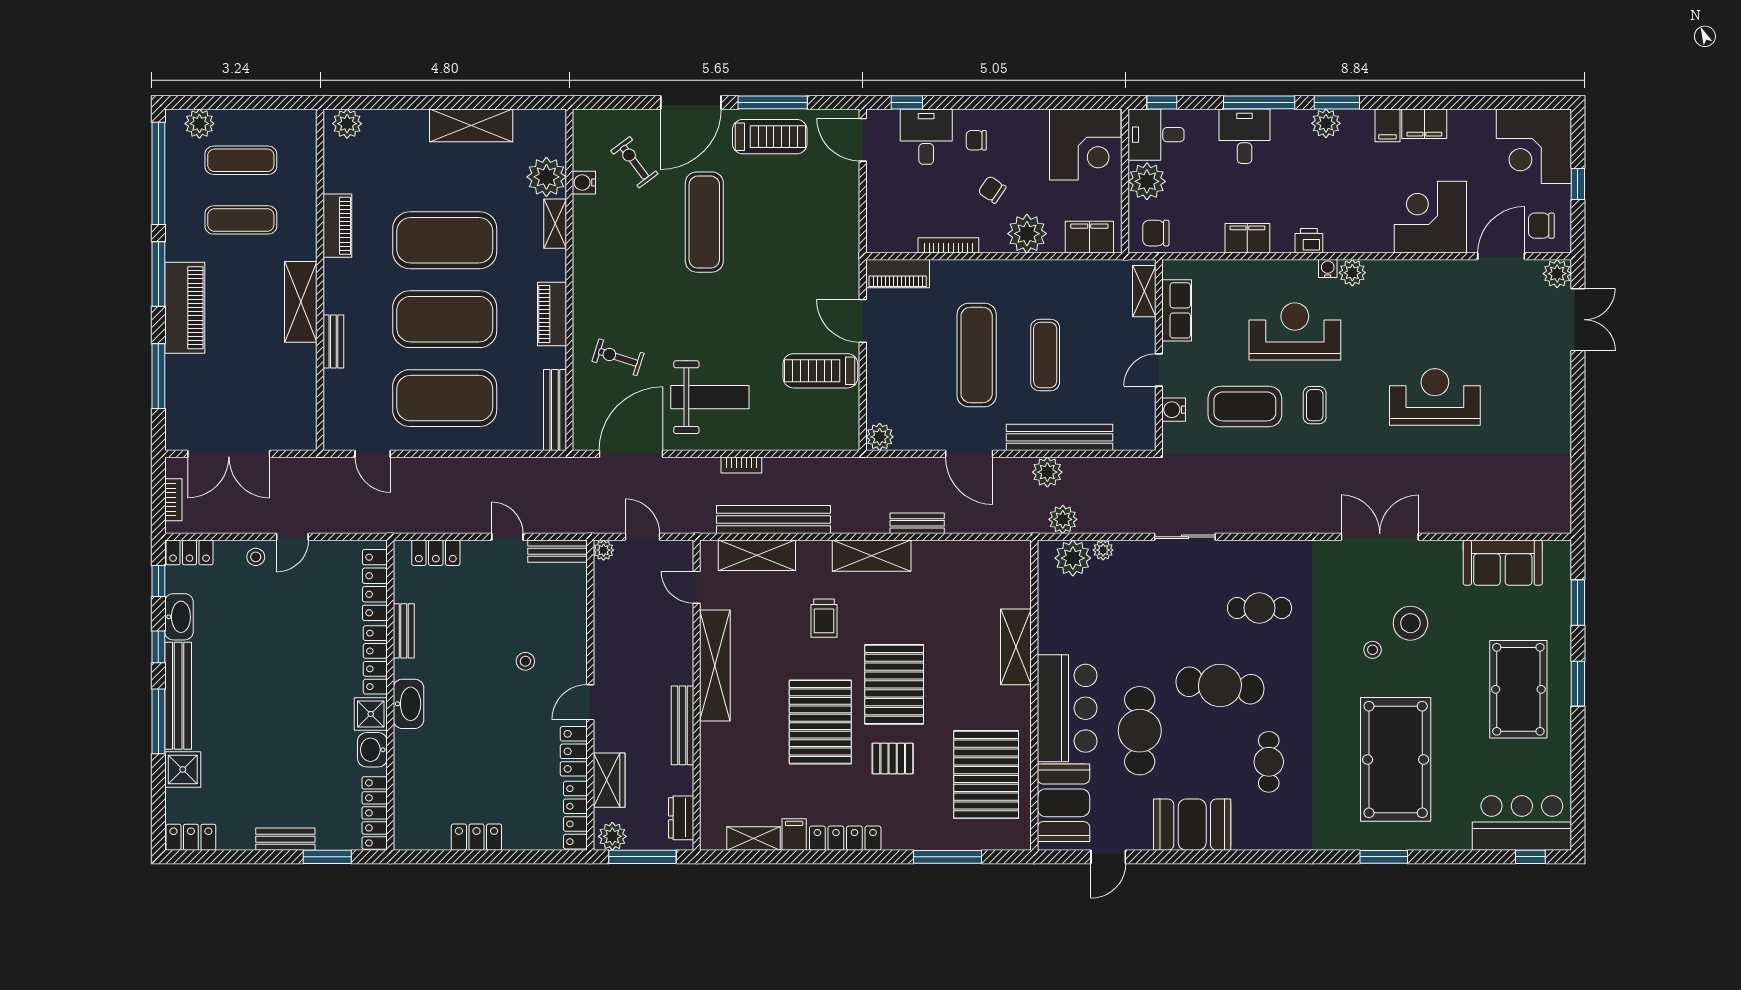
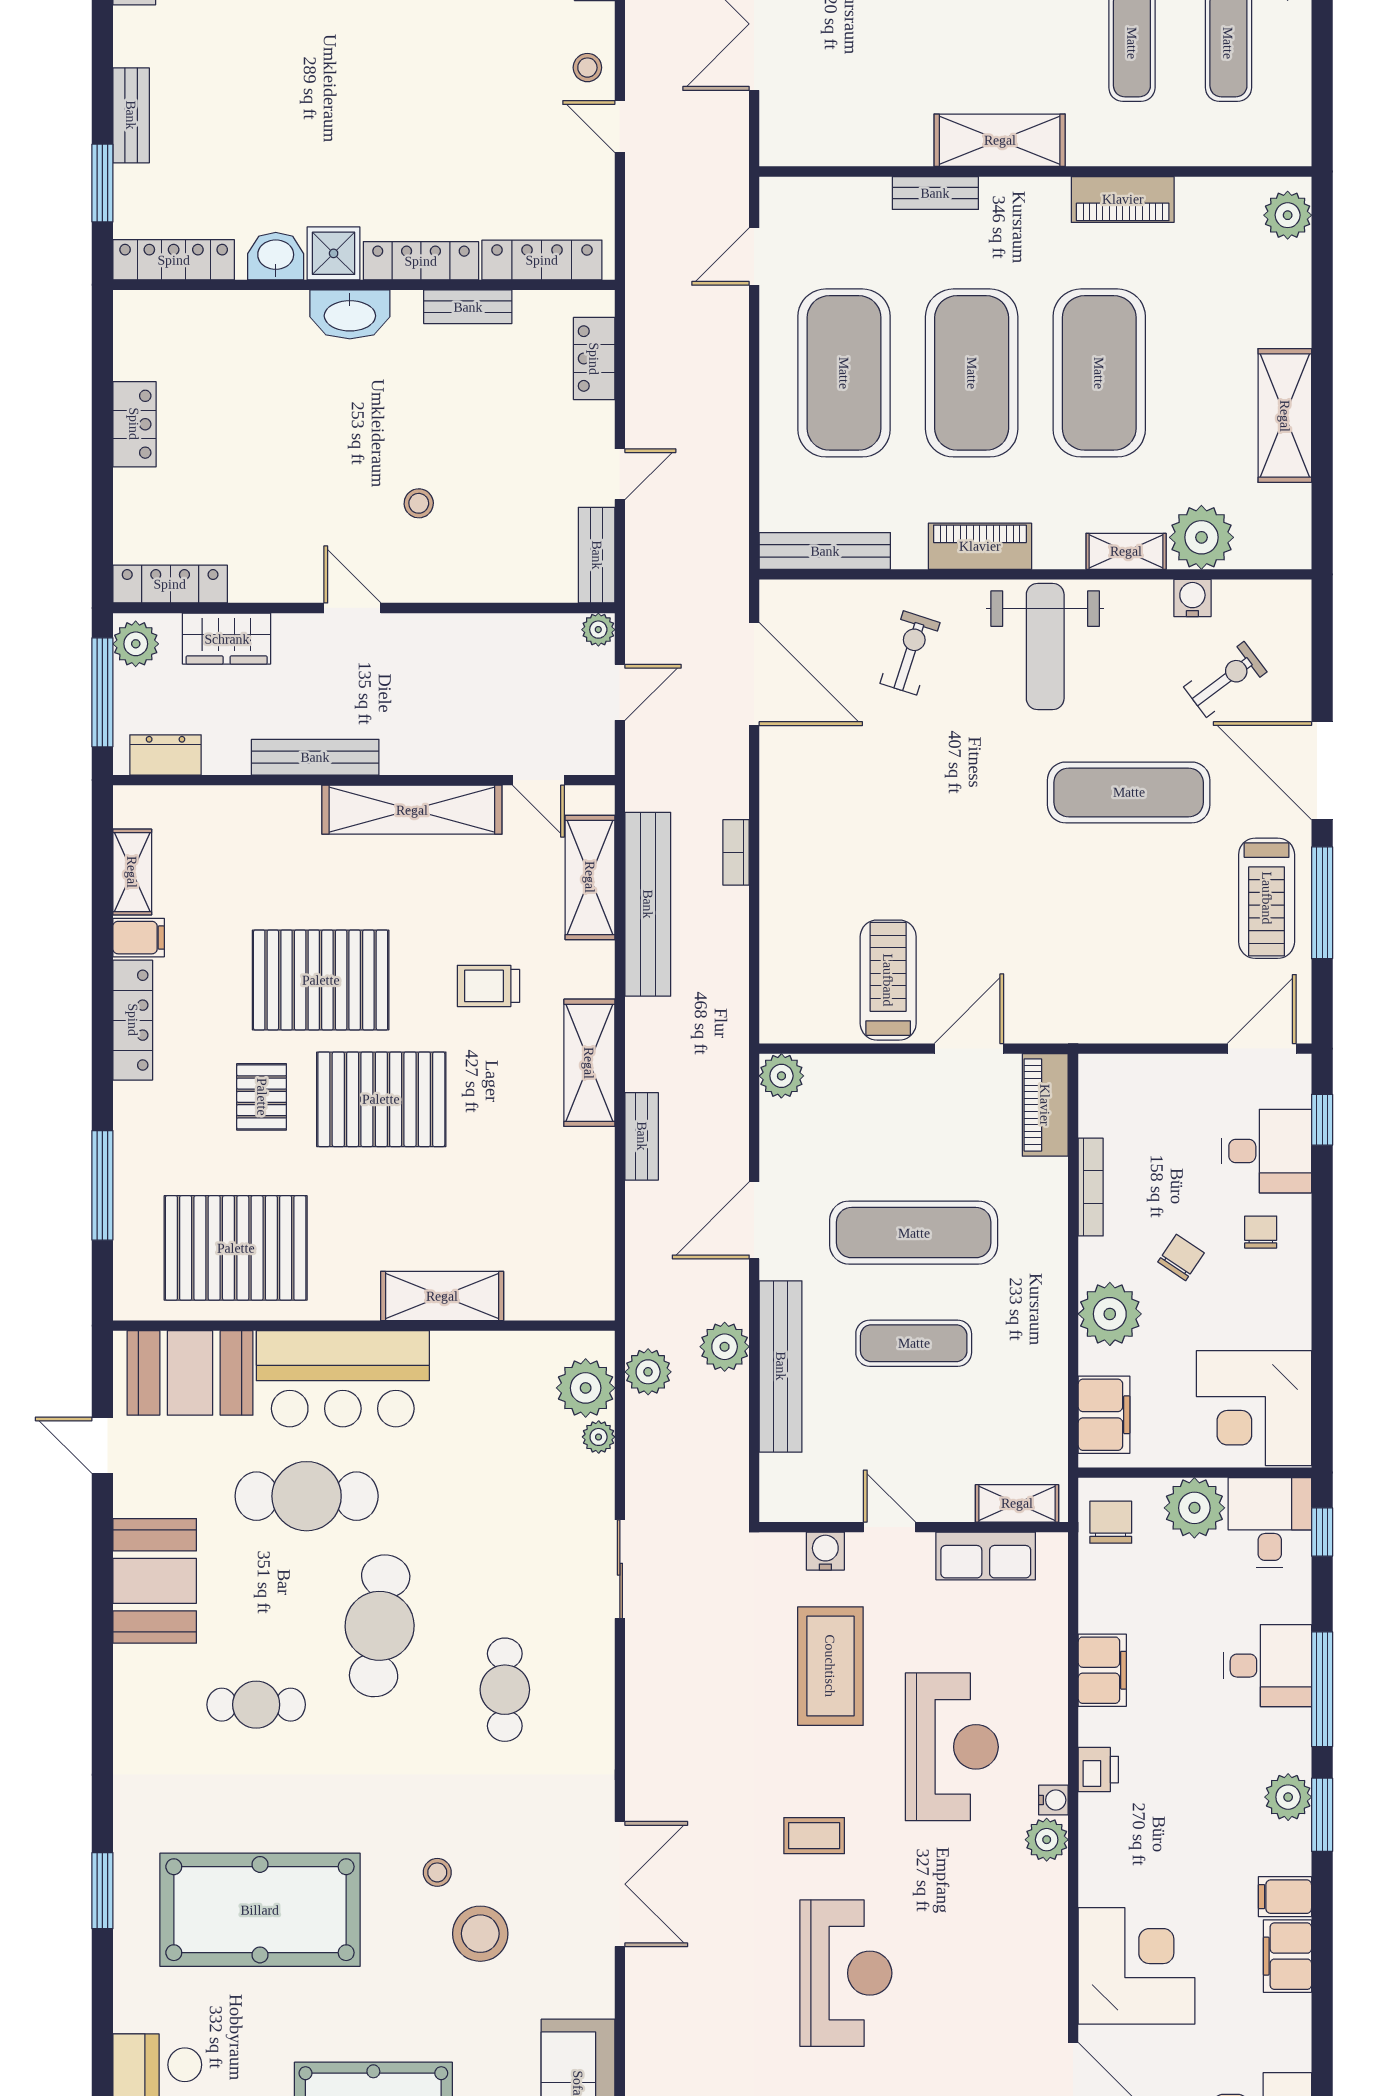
weight bench: (710, 397) -> (1045, 646), moved
coffee table: (1315, 405) -> (814, 1836), moved
door: (697, 587) -> (538, 780), swing flipped
locker: (574, 751) -> (273, 581), removed

